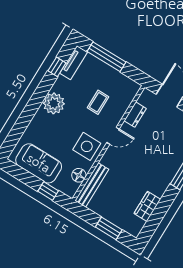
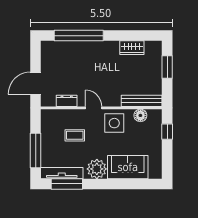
tv unit: (74, 63) -> (62, 173), width x1.41
window: (57, 67) -> (67, 184), width x2.17
sofa: (39, 163) -> (128, 167), moved, turned 90

